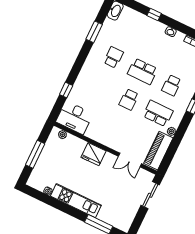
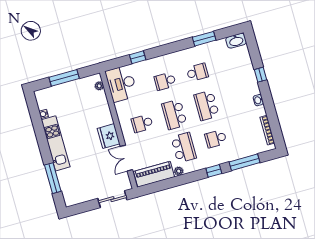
school desk: (100, 85) -> (165, 81), added
school desk: (129, 99) -> (174, 114), width x1.85
school desk: (115, 128) -> (142, 123), added
fridge: (93, 154) -> (109, 136), moved

